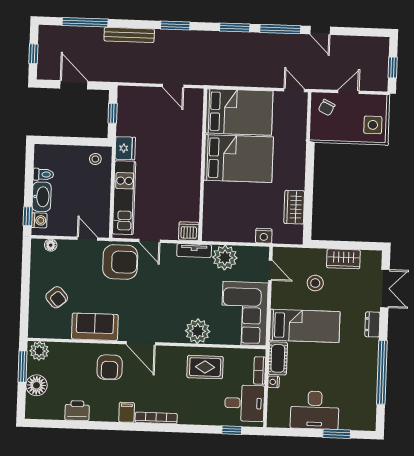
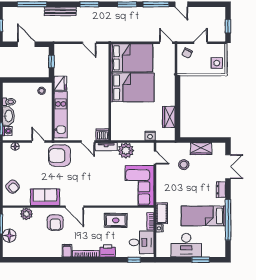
door: (150, 241) -> (88, 142), moved
armchair: (120, 262) -> (60, 156), turned 180
armchair: (57, 297) -> (13, 187), moved
bed: (305, 326) -> (203, 216), moved, turned 180
plant: (198, 331) -> (110, 198), removed
plant: (39, 351) -> (26, 214), moved
printer: (77, 411) -> (108, 251), moved

